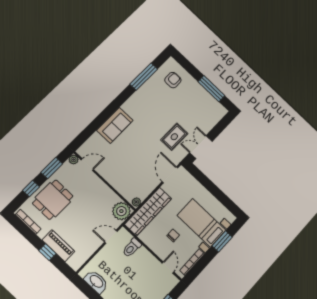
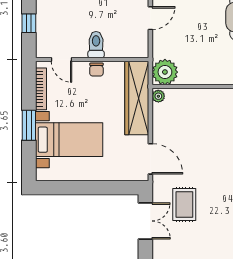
chair: (173, 235) -> (96, 70), moved
door: (111, 237) -> (150, 18), moved
window: (222, 241) -> (29, 125), moved
toilet: (132, 248) -> (96, 45), moved

